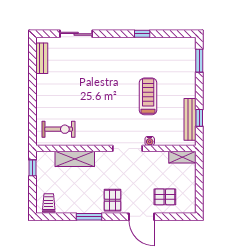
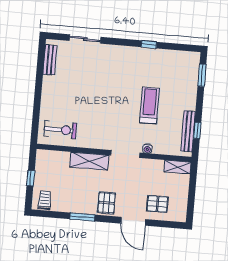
shelving: (75, 159) -> (89, 161), moved
window: (32, 168) -> (31, 178), moved

